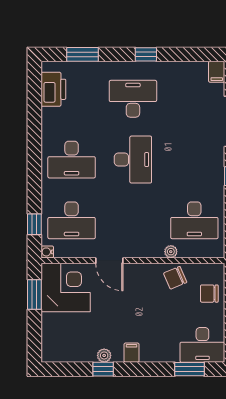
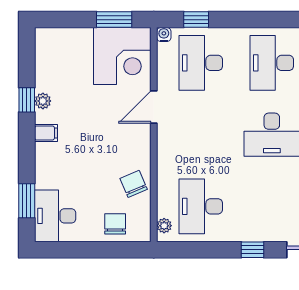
plant: (171, 252) -> (164, 226), moved

